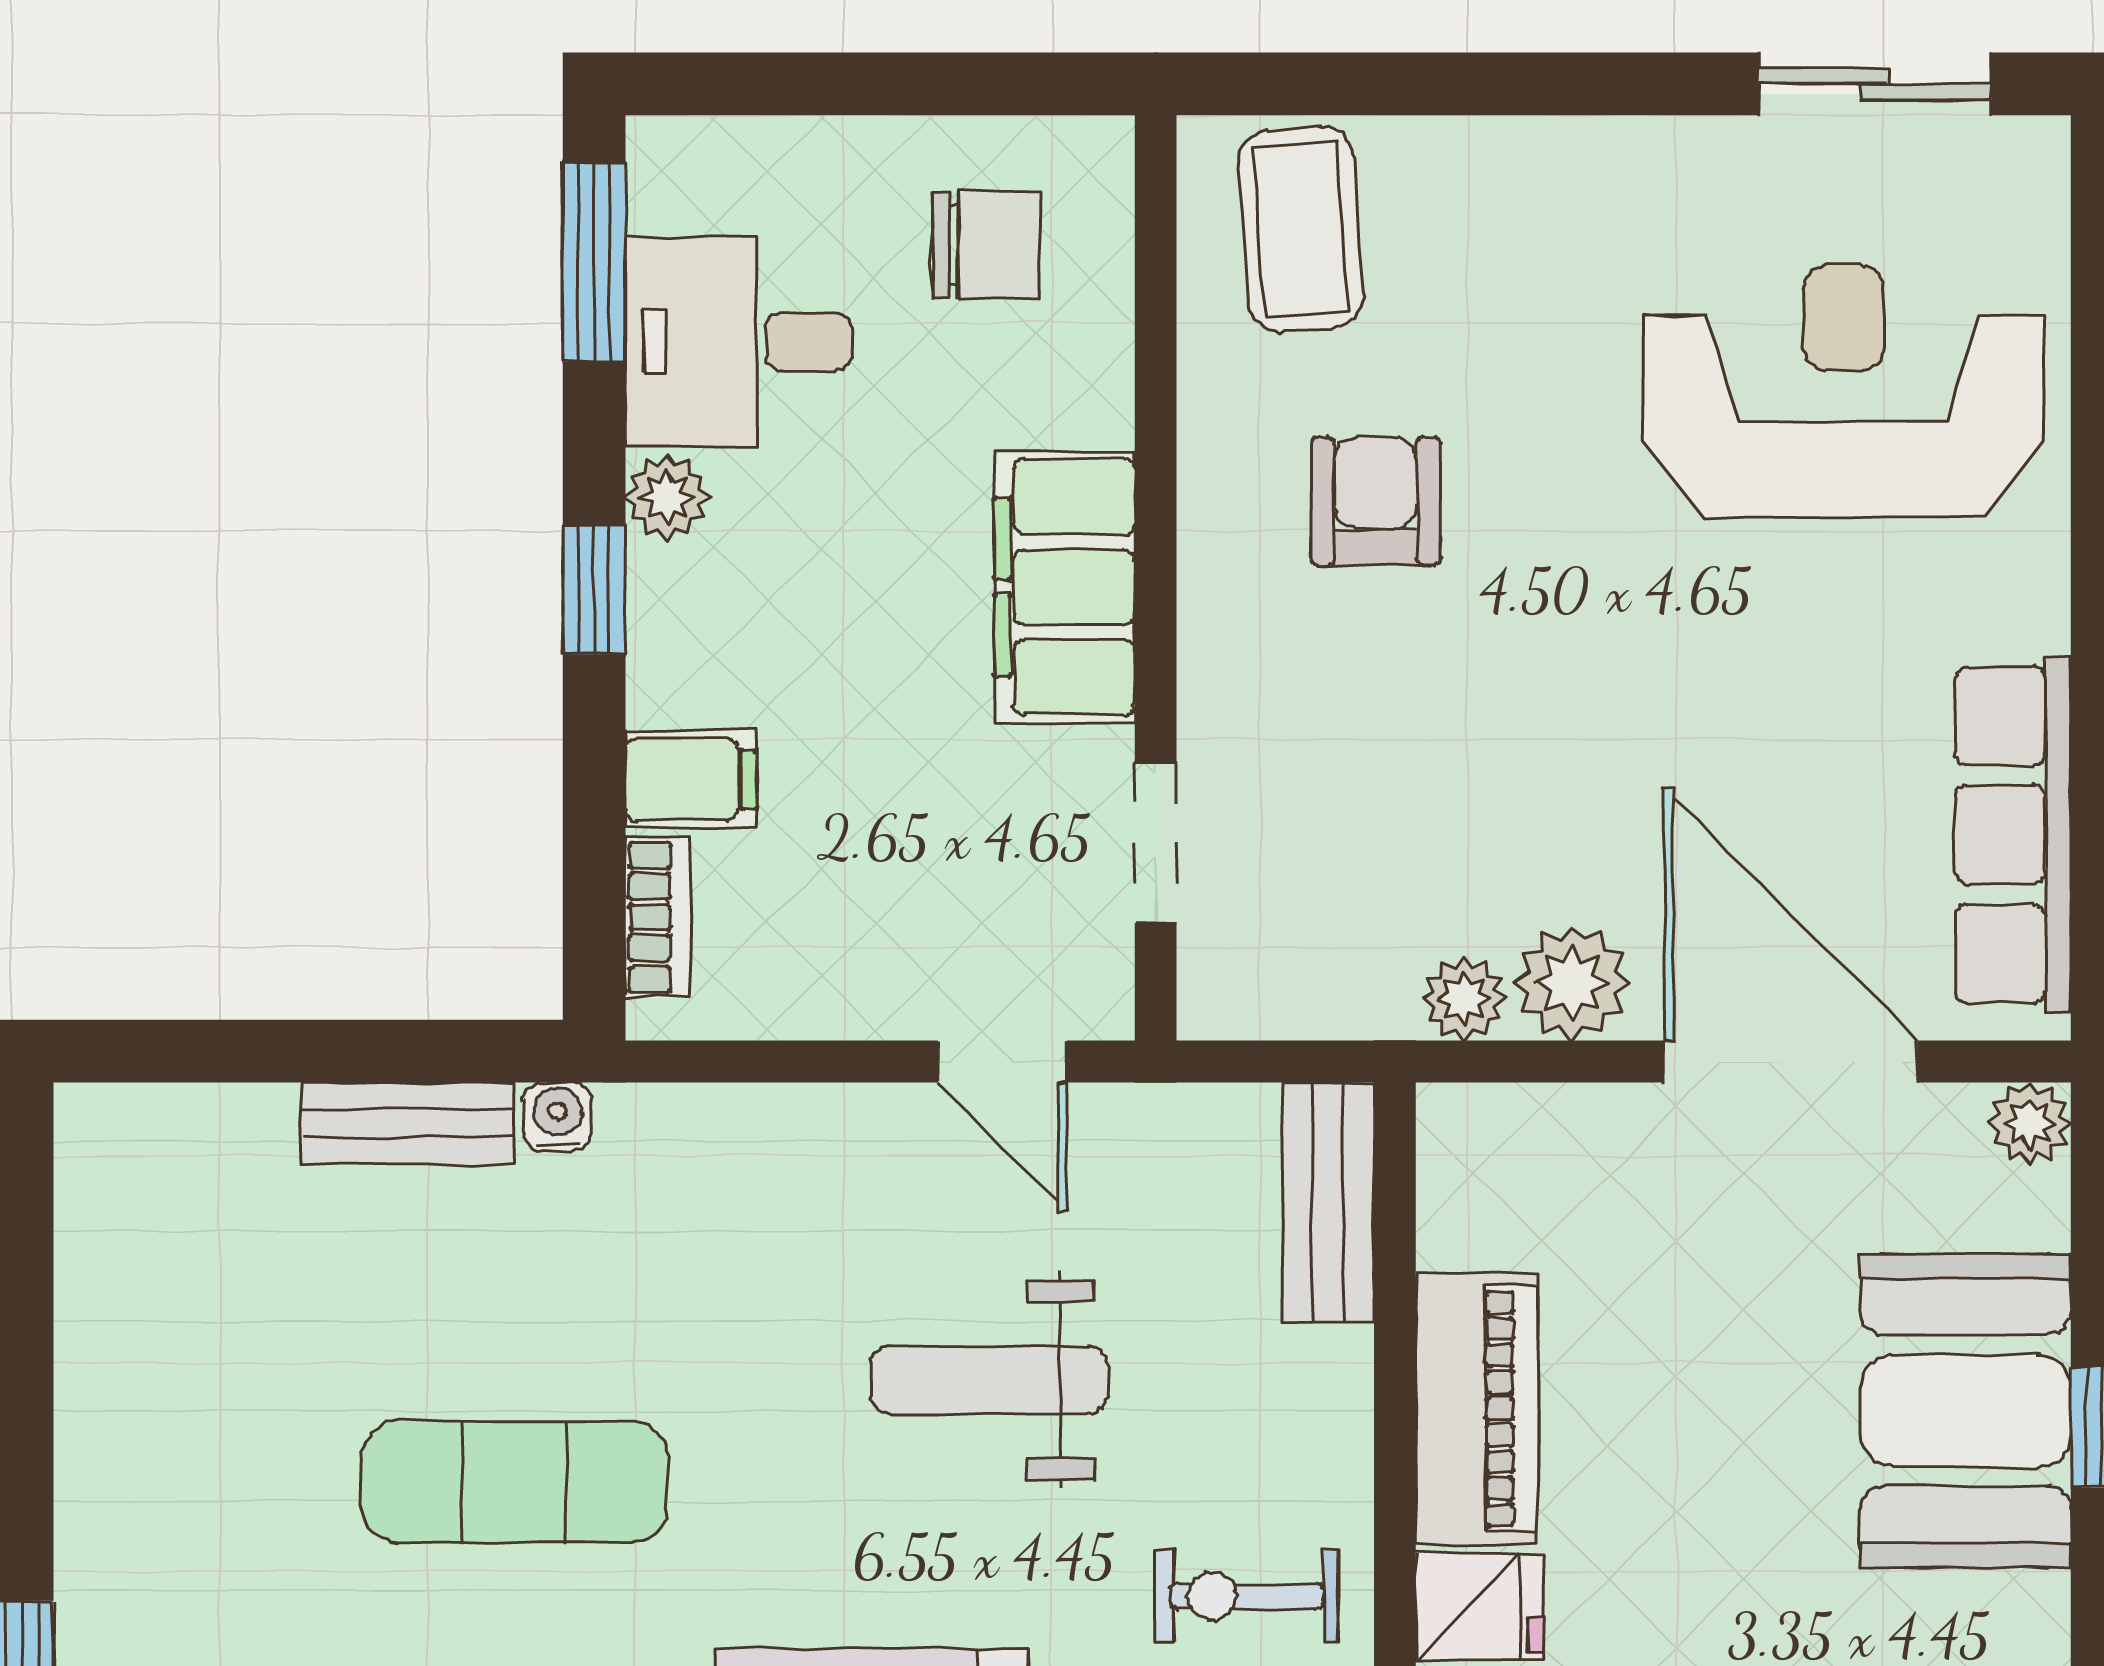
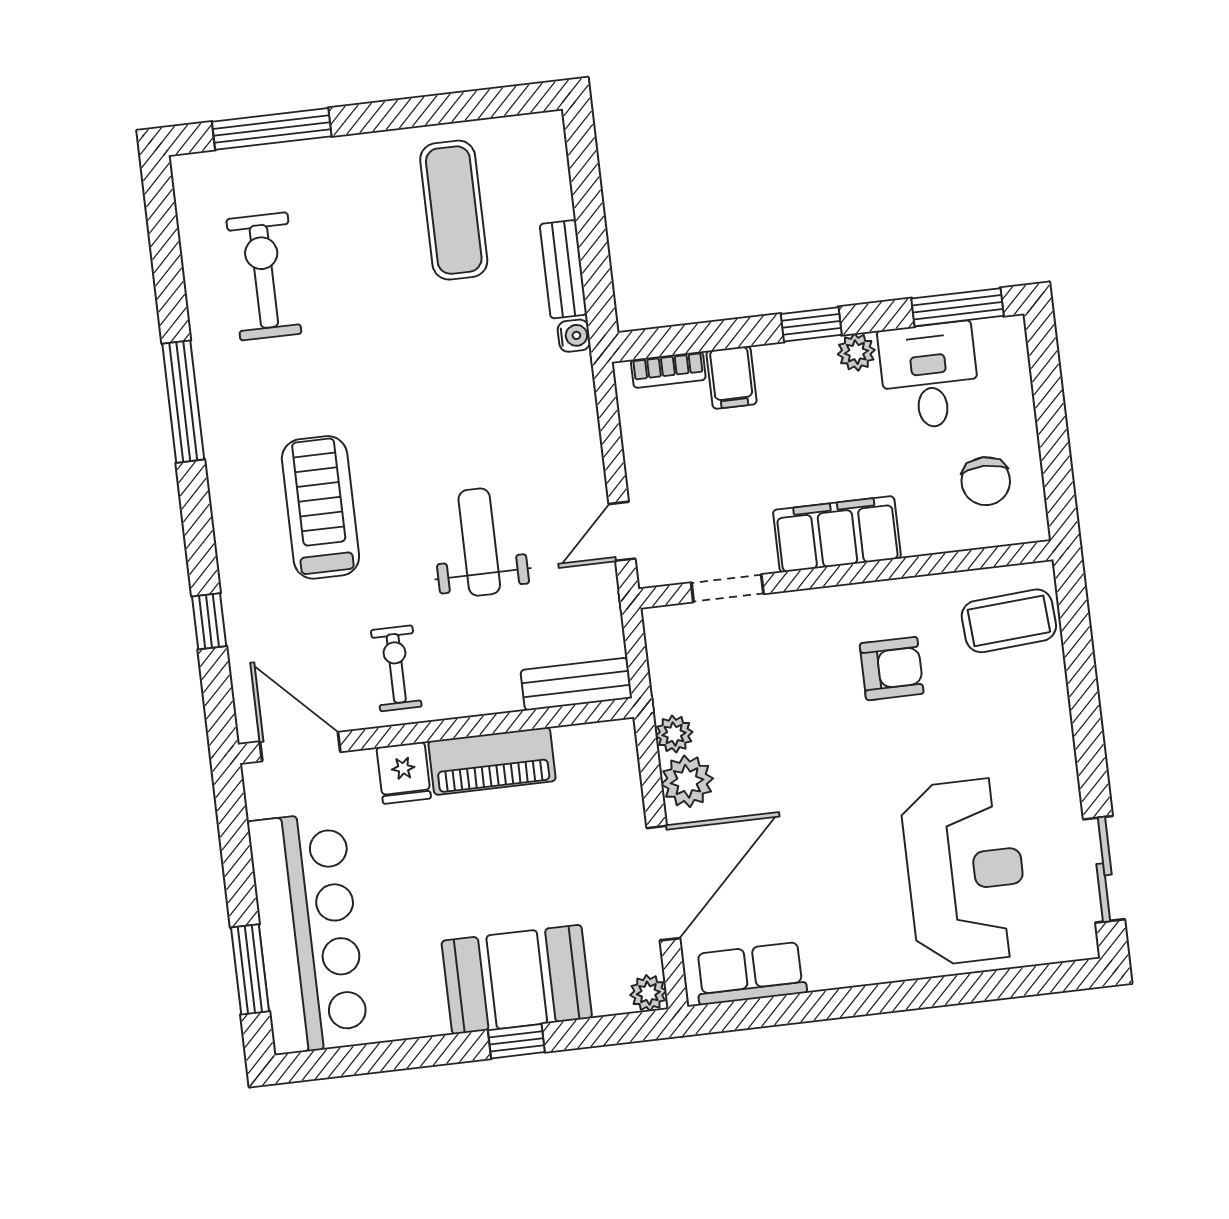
row of seats: (2013, 835) -> (750, 973), width x0.68
exercise mat: (515, 1482) -> (454, 210), moved

